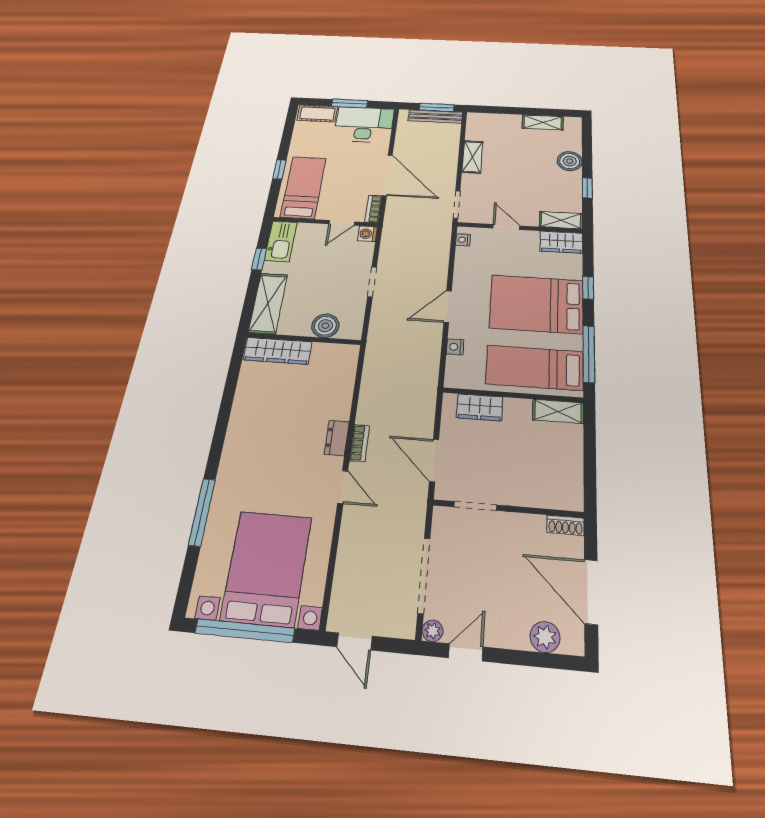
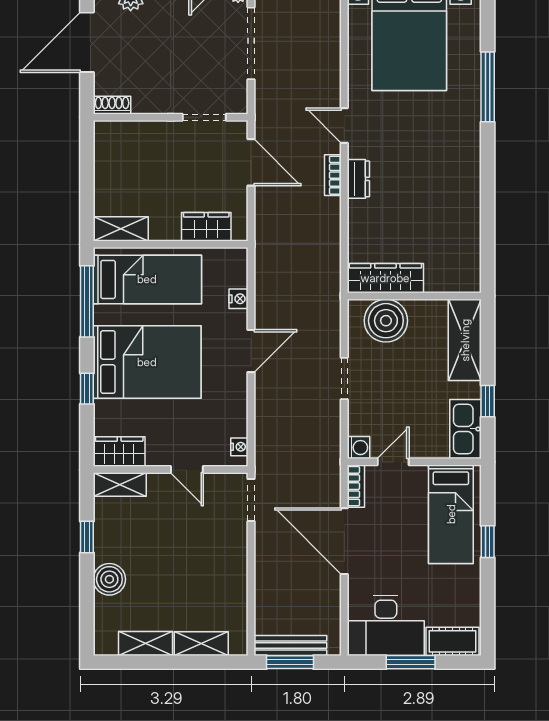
shelving: (472, 157) -> (201, 644), moved, turned 90
boiler: (325, 326) -> (386, 321), width x1.37, depth x1.37
wardrobe: (278, 351) -> (385, 278), moved
door: (591, 592) -> (87, 42), swing flipped

